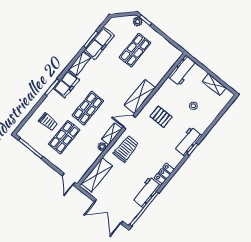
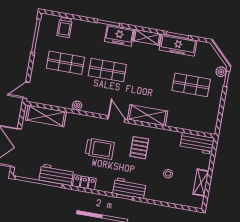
trolley: (48, 122) -> (65, 28), moved
shelving: (112, 134) -> (95, 108), removed
trolley: (126, 149) -> (100, 149), moved

